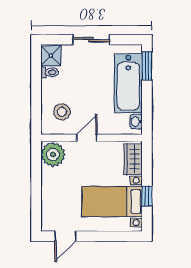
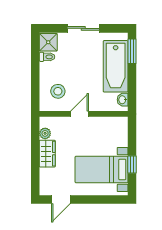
plant: (53, 154) -> (45, 133), width x0.53, depth x0.53
wardrobe: (133, 159) -> (47, 154), moved, turned 180

